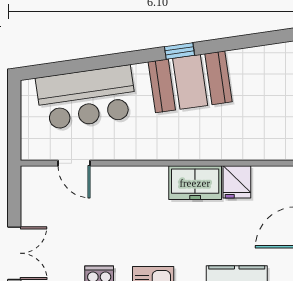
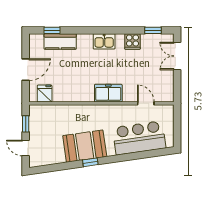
fridge: (237, 182) -> (45, 94), moved
freezer: (195, 183) -> (108, 93), moved

